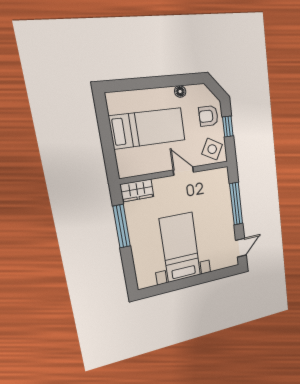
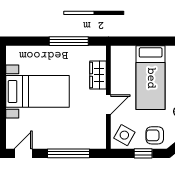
armchair: (209, 116) -> (155, 135), turned -90
wardrobe: (137, 190) -> (98, 75), moved
door: (241, 248) -> (23, 153), swing flipped

